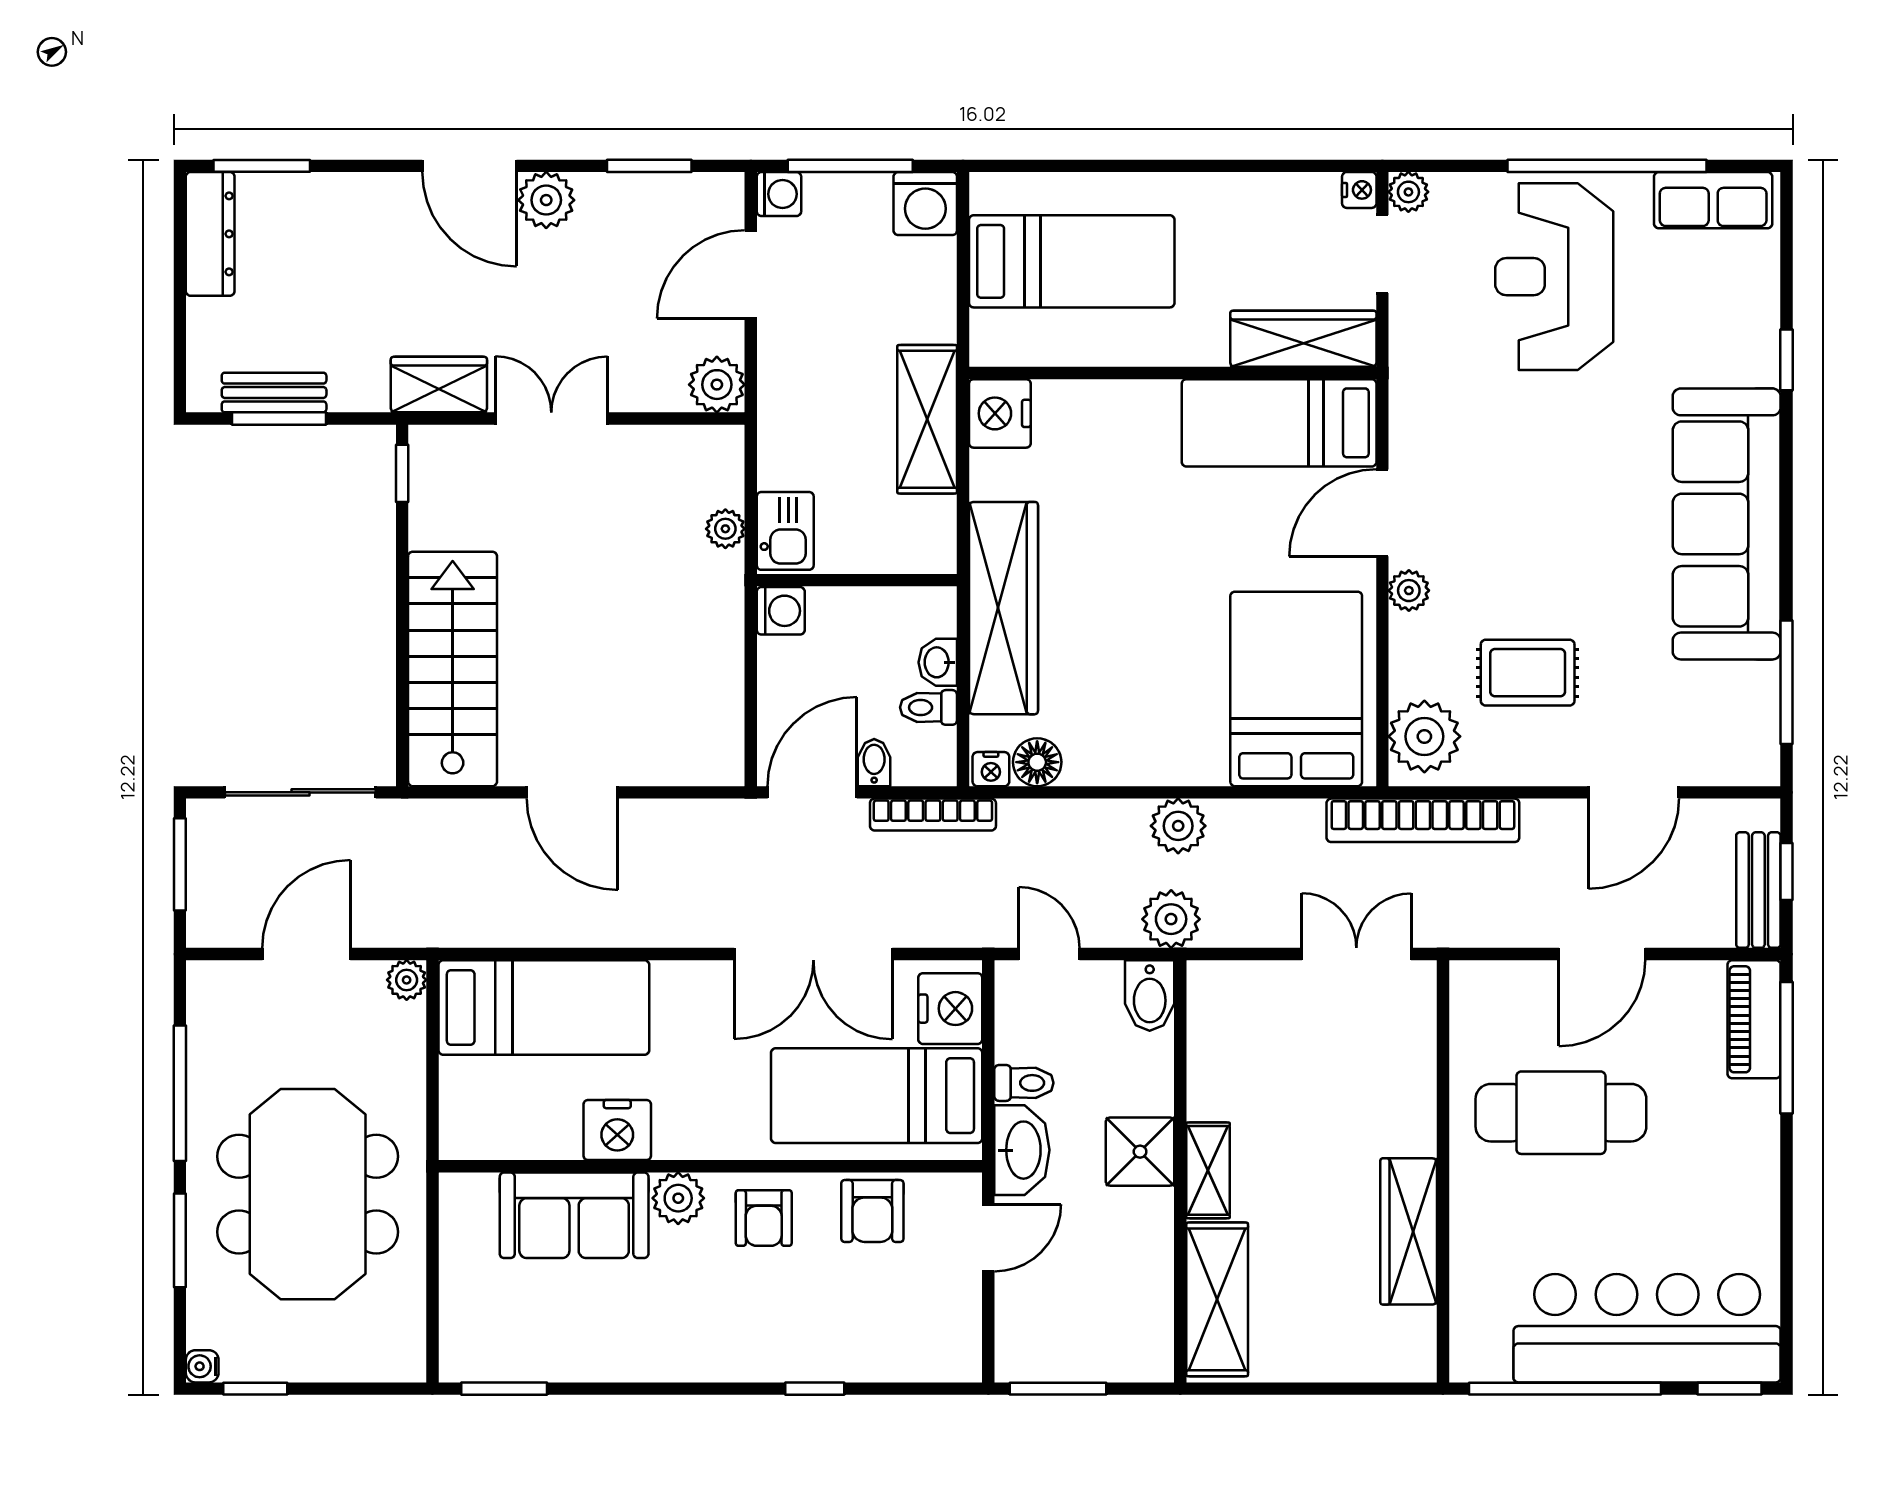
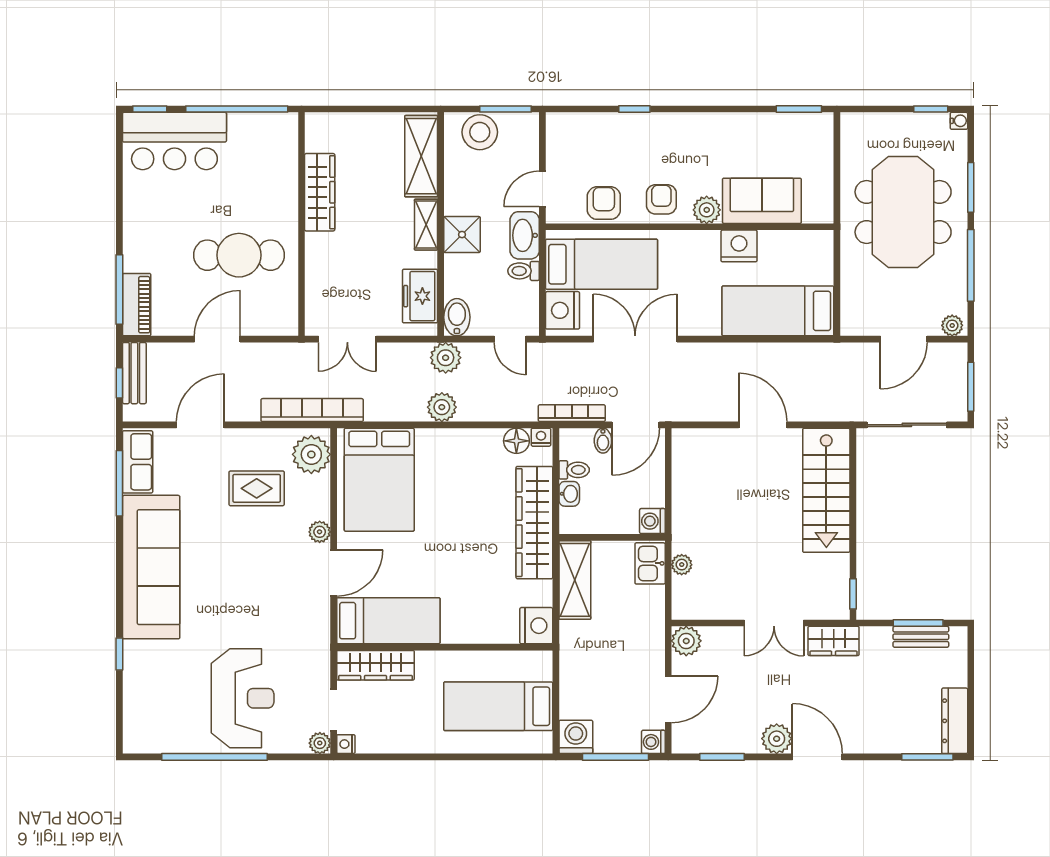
row of seats: (1713, 200) -> (138, 462), moved, turned 90
shelving: (927, 419) -> (575, 580), moved
plant: (407, 980) -> (952, 325), moved
freezer: (1219, 1035) -> (420, 296), added
bar counter: (1647, 1328) -> (174, 141), width x0.73
stool: (1106, 1345) -> (480, 132), added

